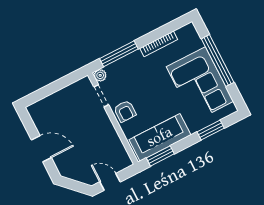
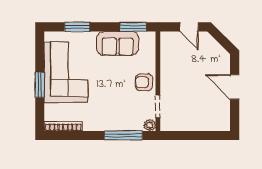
bookcase: (159, 44) -> (63, 126), moved
window: (218, 61) -> (40, 85), width x0.47
armchair: (125, 111) -> (144, 82), turned -90
sofa: (160, 137) -> (118, 43), width x0.73

